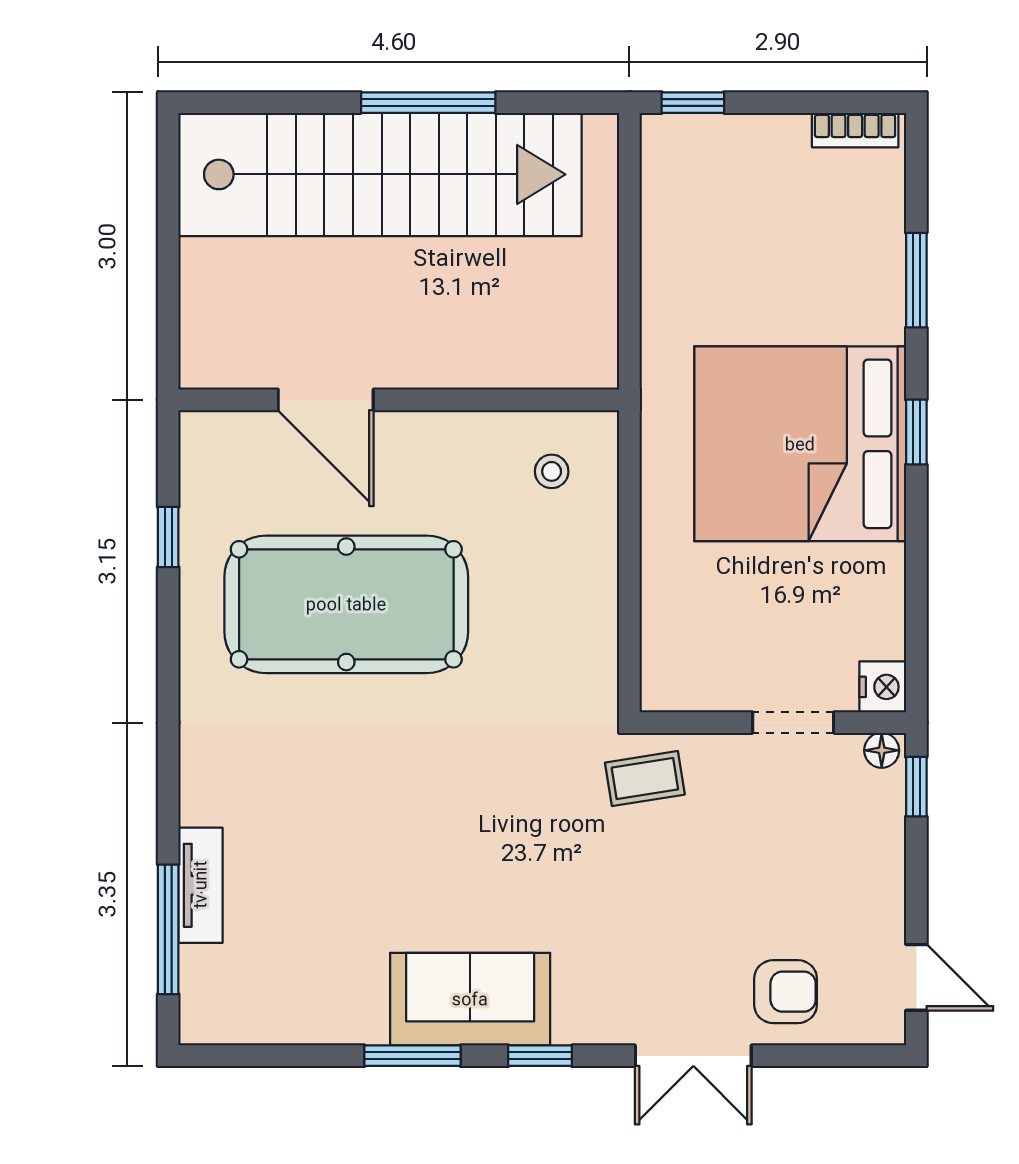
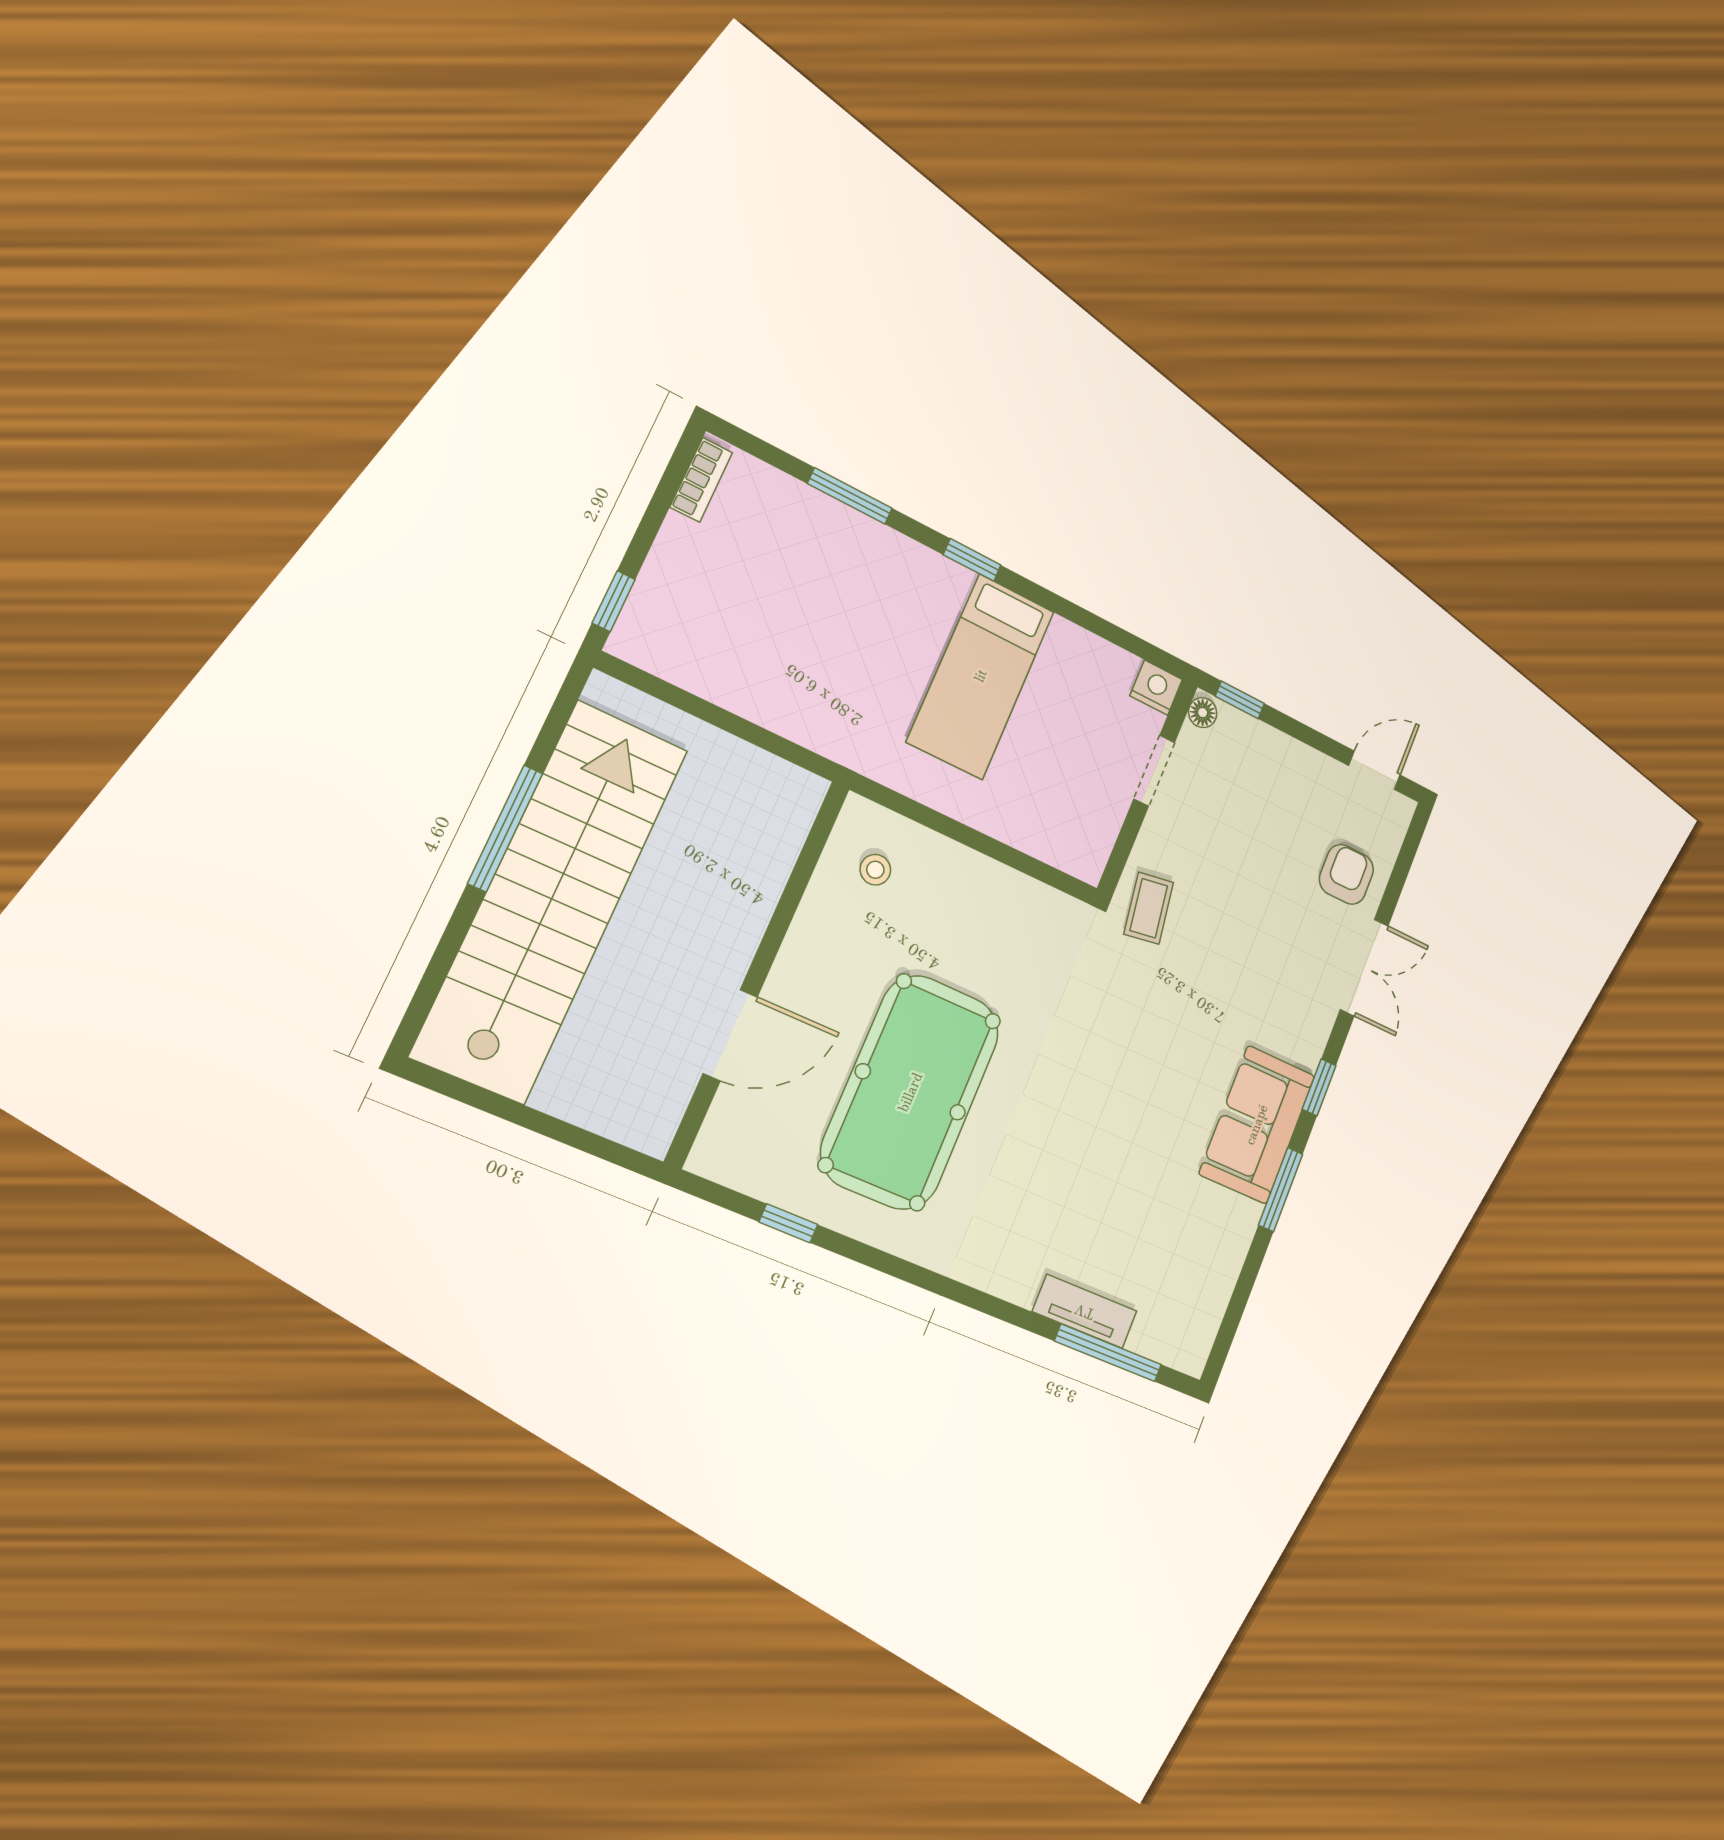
bed: (800, 444) -> (981, 676), width x0.49

